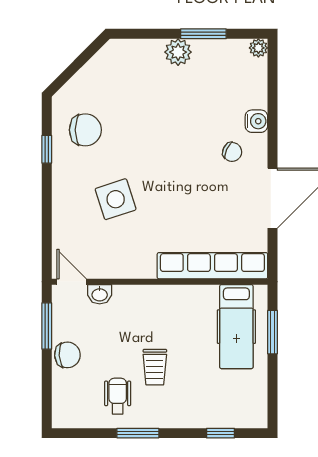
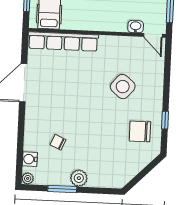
water cooler: (256, 121) -> (30, 159), moved
chair: (232, 152) -> (58, 142), moved
side table: (116, 199) -> (123, 87), turned -32

